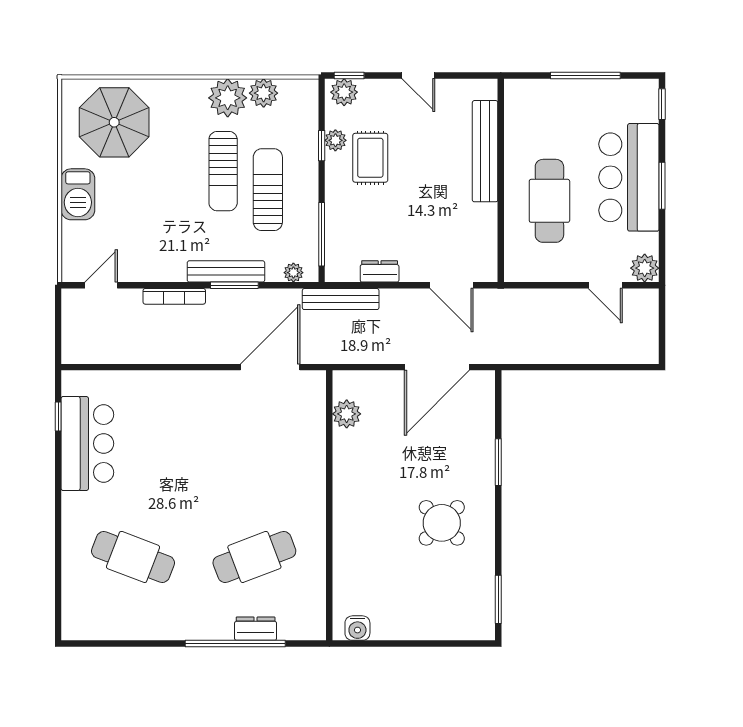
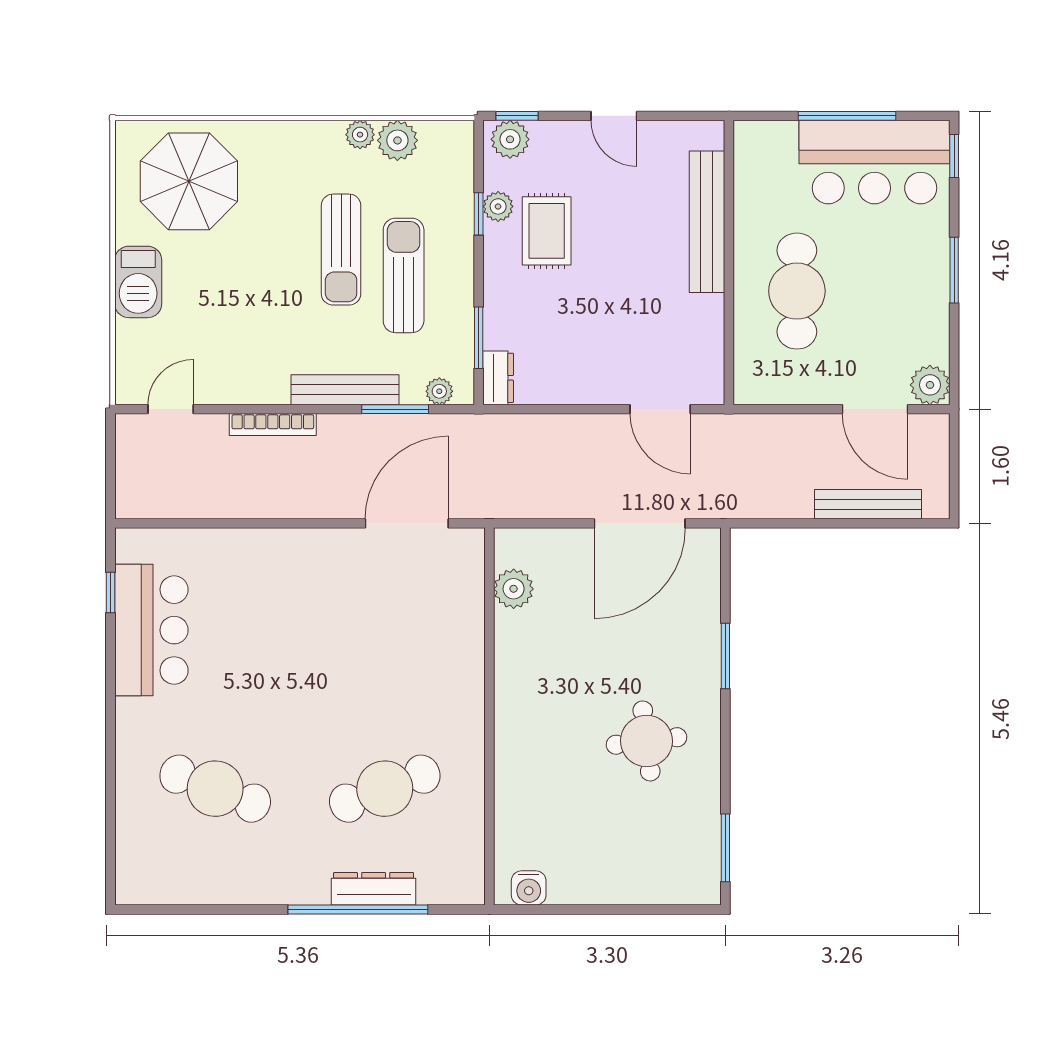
plant: (228, 98) -> (360, 135), width x0.53, depth x0.53
bar counter: (629, 177) -> (874, 162), moved, turned -90
window: (322, 234) -> (479, 338), width x0.69
dresser: (380, 271) -> (498, 378), moved, turned 90
window: (234, 285) -> (395, 409), moved
door: (605, 285) -> (875, 409), width x1.38
bench: (341, 299) -> (868, 504), moved
round table: (442, 523) -> (646, 741), turned 38
dresser: (256, 629) -> (374, 889), width x1.44

